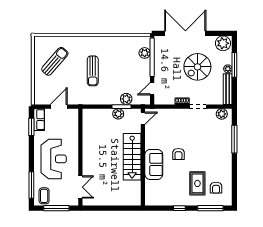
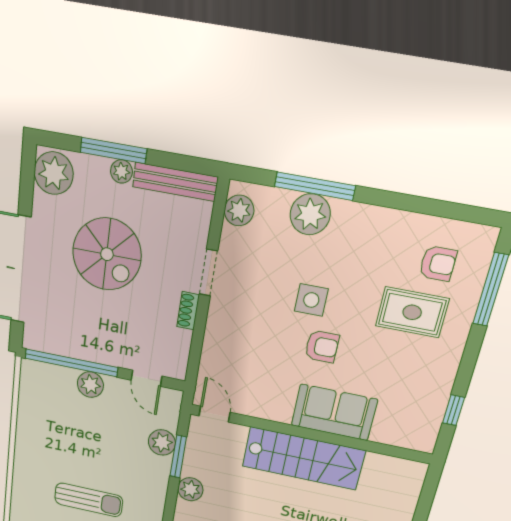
plant: (145, 53) -> (90, 385), moved
plant: (118, 114) -> (190, 489), moved
plant: (225, 139) -> (310, 214), added
side table: (195, 146) -> (311, 300), added
window: (179, 208) -> (453, 410), moved

